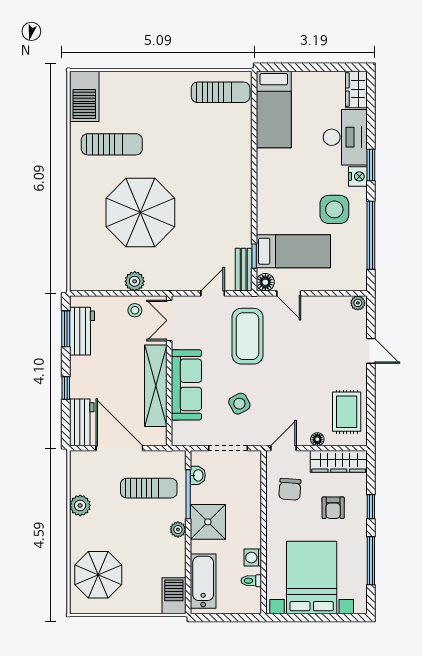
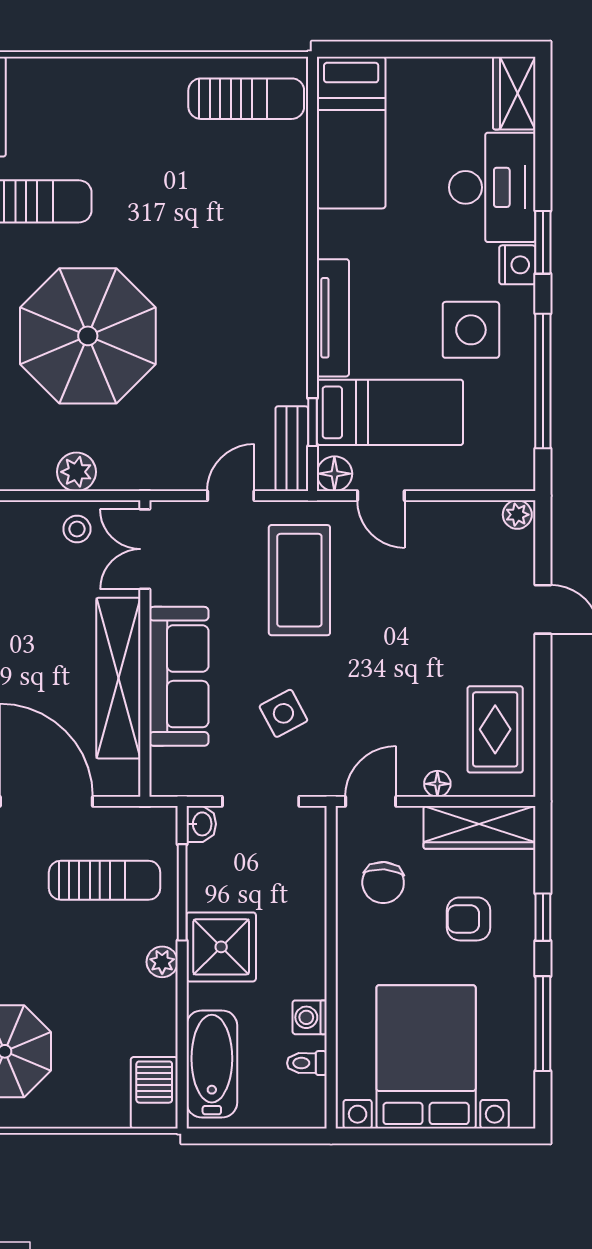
tv unit: (264, 203) -> (333, 318), added
washbasin: (198, 475) -> (201, 824), moved
armchair: (333, 508) -> (469, 919), turned 90

